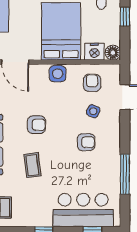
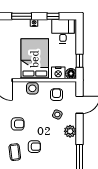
window: (125, 17) -> (79, 61), moved
plant: (112, 135) -> (70, 131), added
armchair: (86, 142) -> (34, 147), moved

